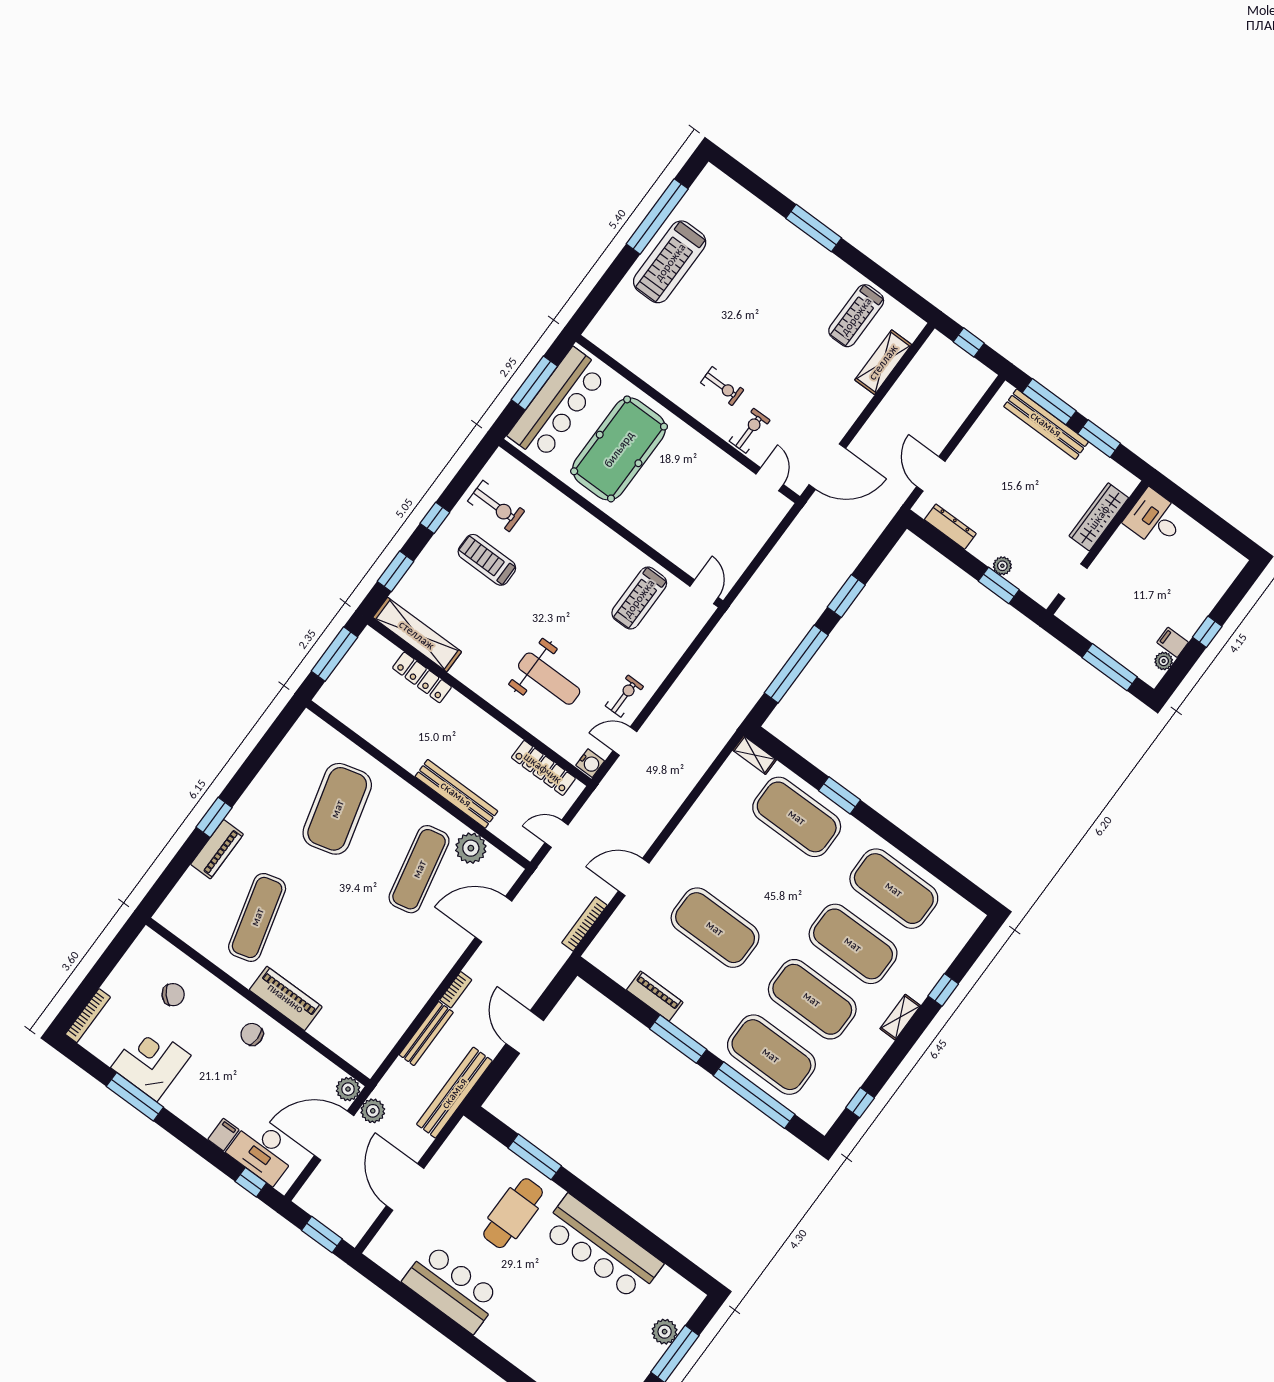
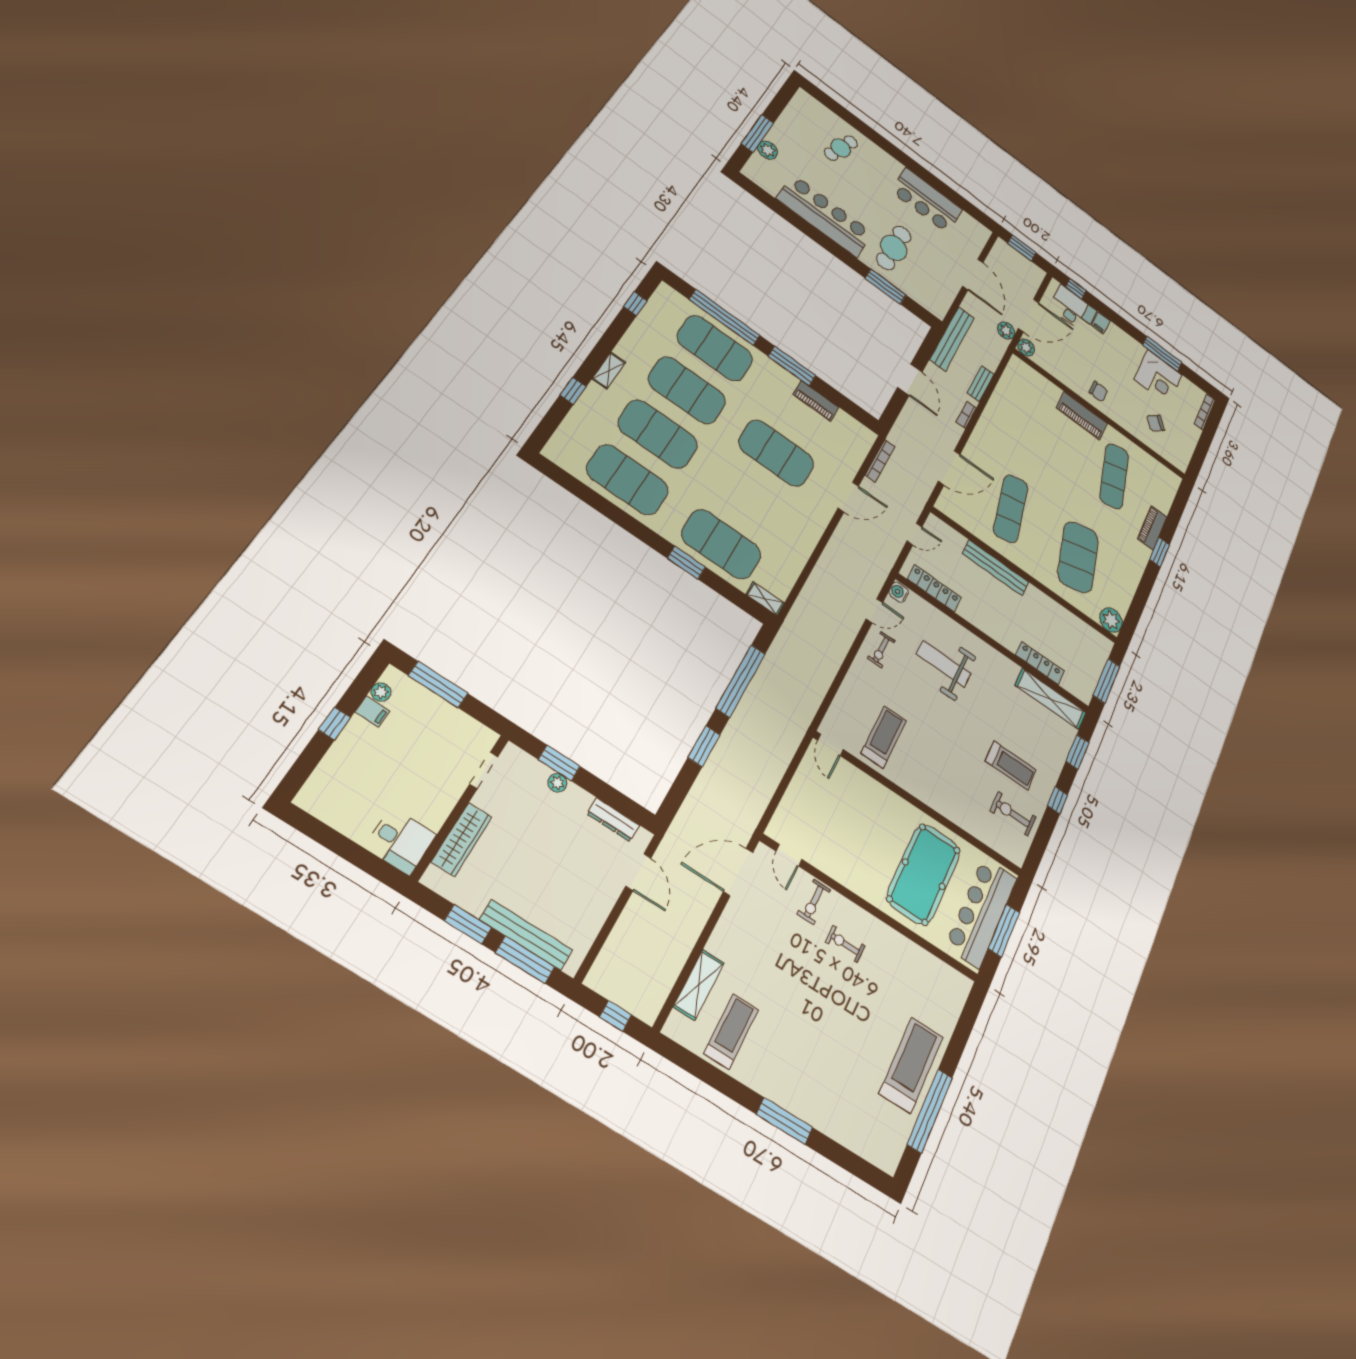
plant: (471, 848) -> (1111, 620), moved
bench: (426, 1034) -> (981, 384), width x0.73
cafe table: (562, 1350) -> (841, 148), added

